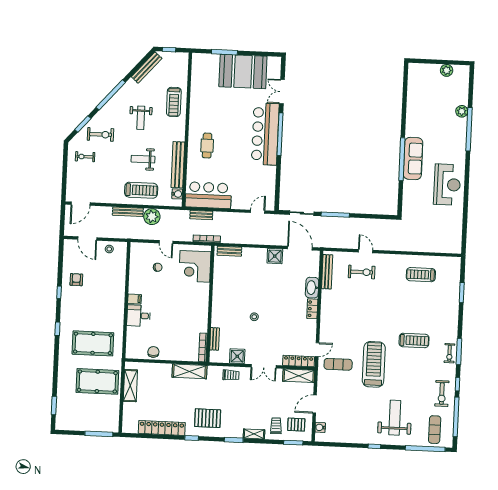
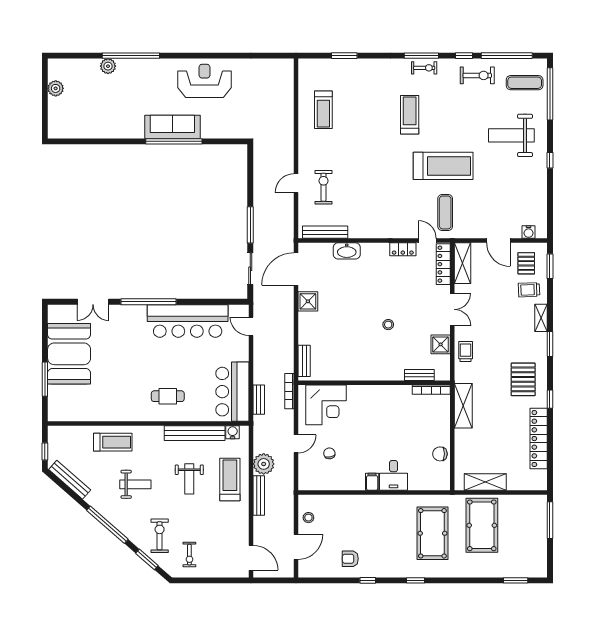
bar counter: (265, 134) -> (188, 321), moved
locker: (312, 309) -> (403, 249), moved
treadmill: (374, 364) -> (443, 166), turned 180

